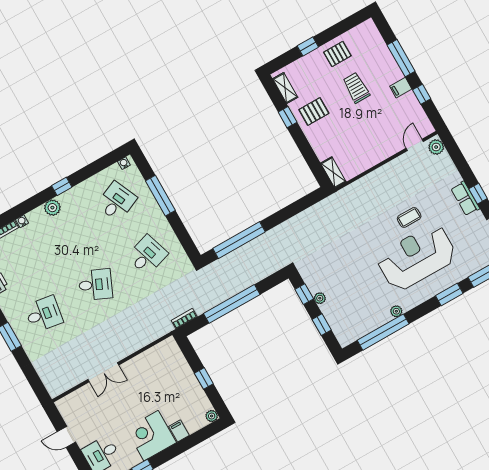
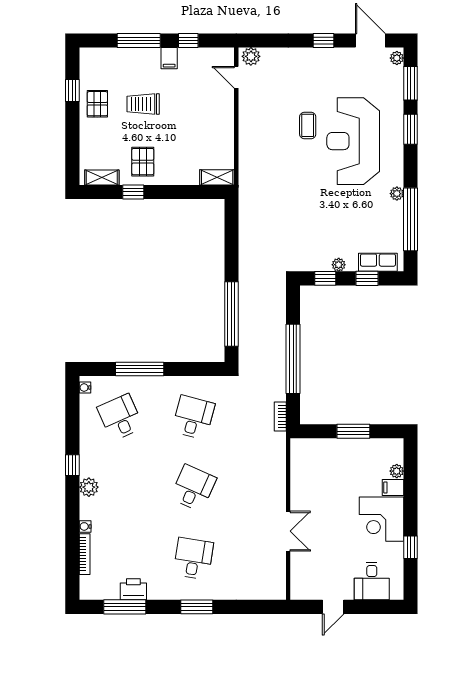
window: (308, 47) -> (72, 91), moved
row of seats: (465, 198) -> (378, 262), moved, turned 180
desk: (147, 255) -> (193, 417), turned 33
window: (204, 378) -> (353, 431), width x1.50
plant: (212, 416) -> (397, 471), moved

